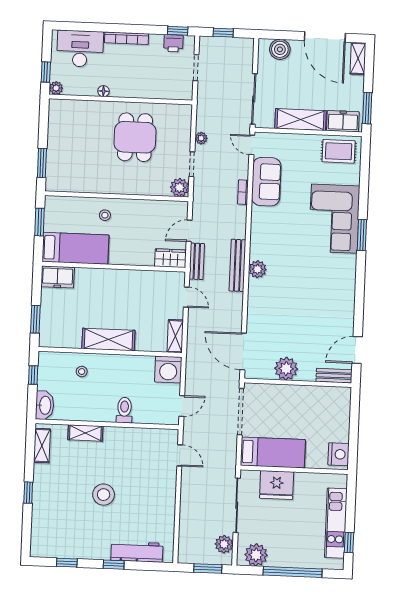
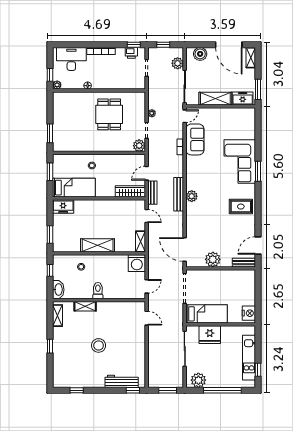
door: (252, 145) -> (185, 116), swing flipped
rug: (339, 151) -> (241, 207), moved
wardrobe: (170, 258) -> (130, 191), width x1.50
toilet: (124, 410) -> (98, 291), moved
plant: (224, 544) -> (178, 63), moved
window: (114, 565) -> (133, 390), moved

